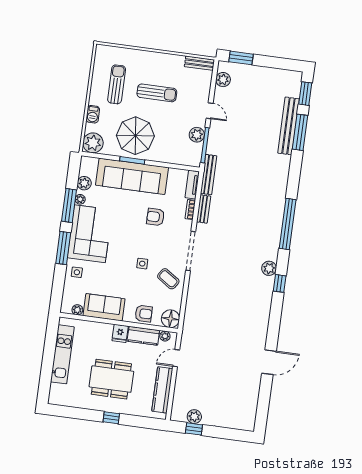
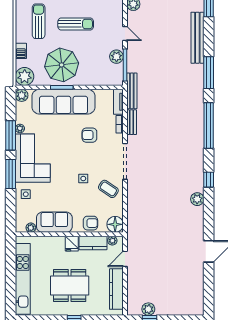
window: (300, 132) -> (209, 73), moved
plant: (84, 183) -> (22, 95), moved
plant: (269, 268) -> (197, 199), moved
kitchen unit: (62, 354) -> (23, 279), width x1.36

